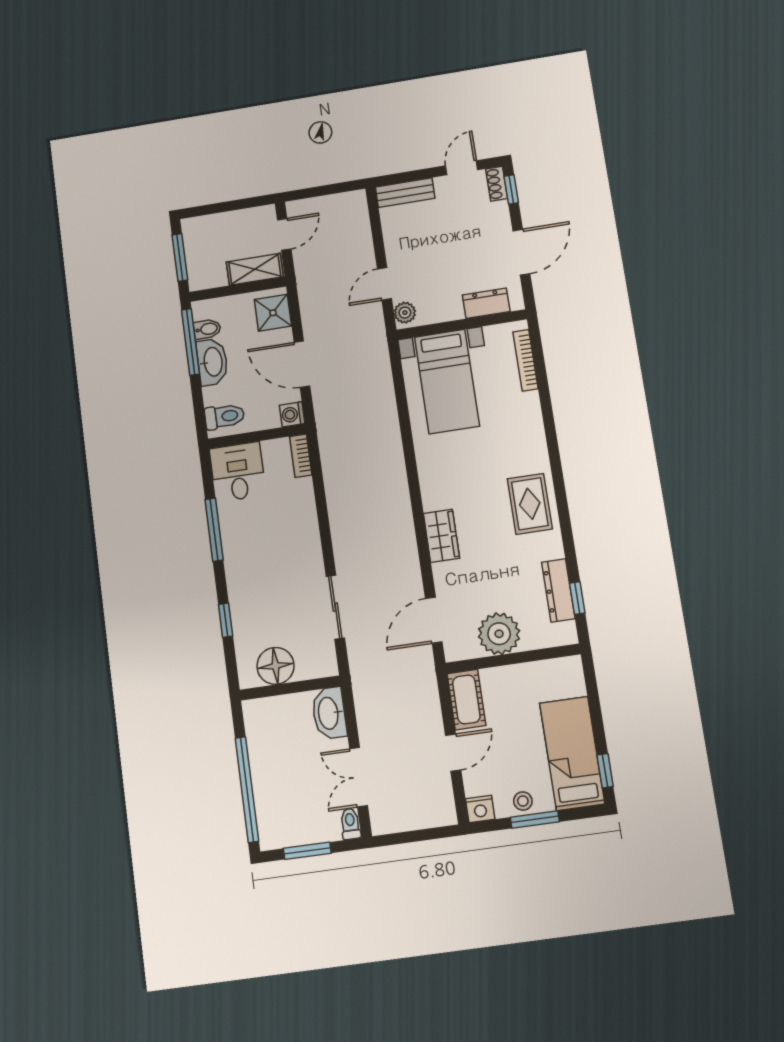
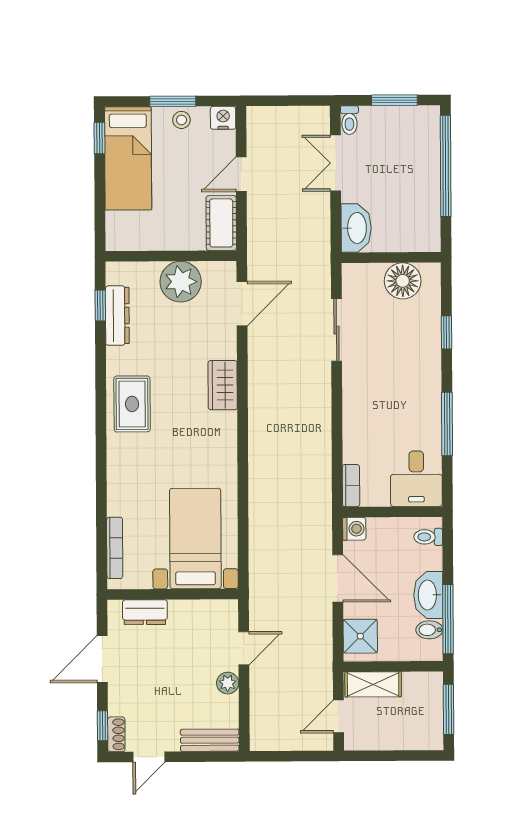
plant: (405, 313) -> (228, 683), moved
toilet: (224, 416) -> (428, 537), width x0.73, depth x0.72
double door: (359, 777) -> (336, 163), swing flipped

